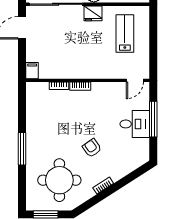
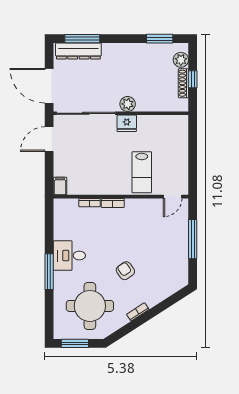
lab bench: (125, 33) -> (142, 172), moved, turned 180
desk: (135, 124) -> (69, 256), moved, turned 180

